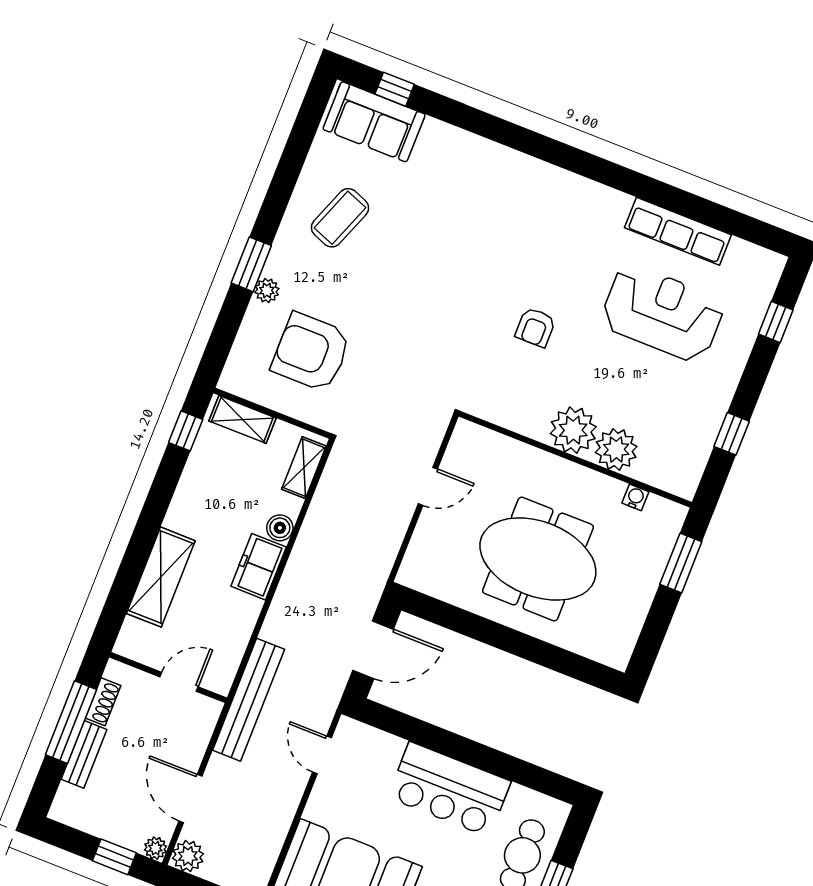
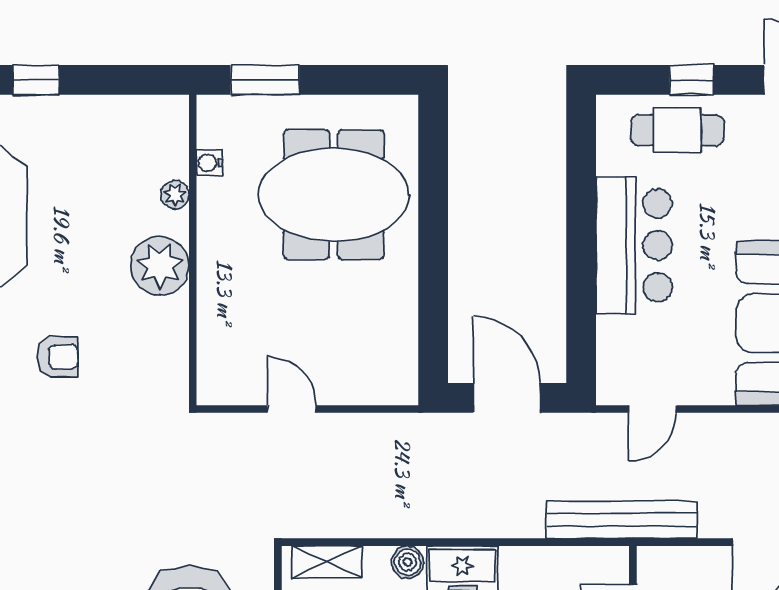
window: (732, 434) -> (36, 80), moved
plant: (616, 449) -> (175, 195), width x0.53, depth x0.53
meeting table: (538, 559) -> (334, 195), moved, turned 90

